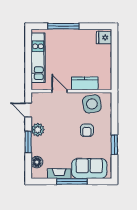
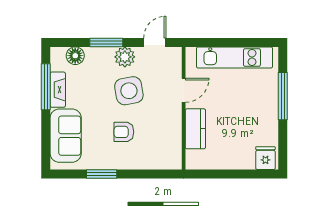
side table: (92, 104) -> (129, 91), moved
window: (72, 181) -> (46, 87), moved

